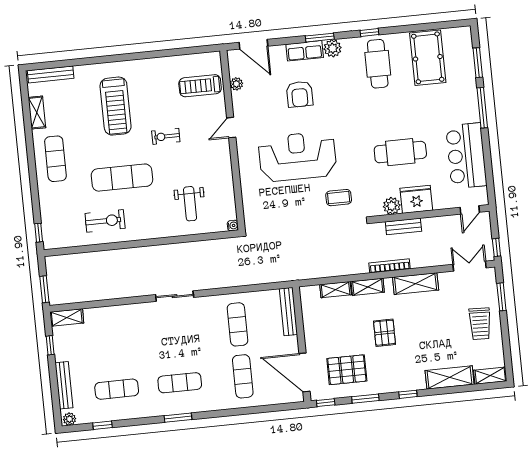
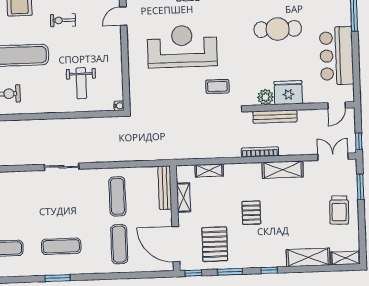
cafe table: (400, 152) -> (278, 29), moved
bench: (403, 226) -> (275, 117), width x1.36
shelving: (368, 287) -> (184, 198), moved, turned 90
pallet: (347, 370) -> (215, 244), turned 90

